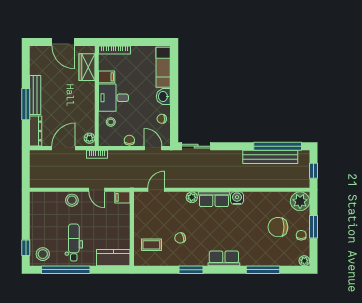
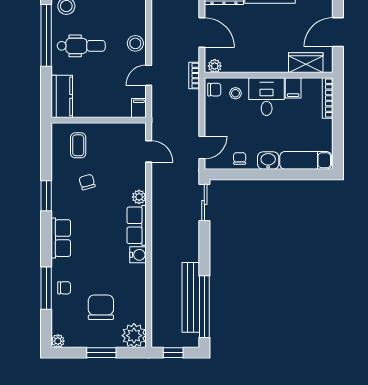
chair: (129, 140) -> (214, 90), moved
chair: (301, 235) -> (64, 288), moved

